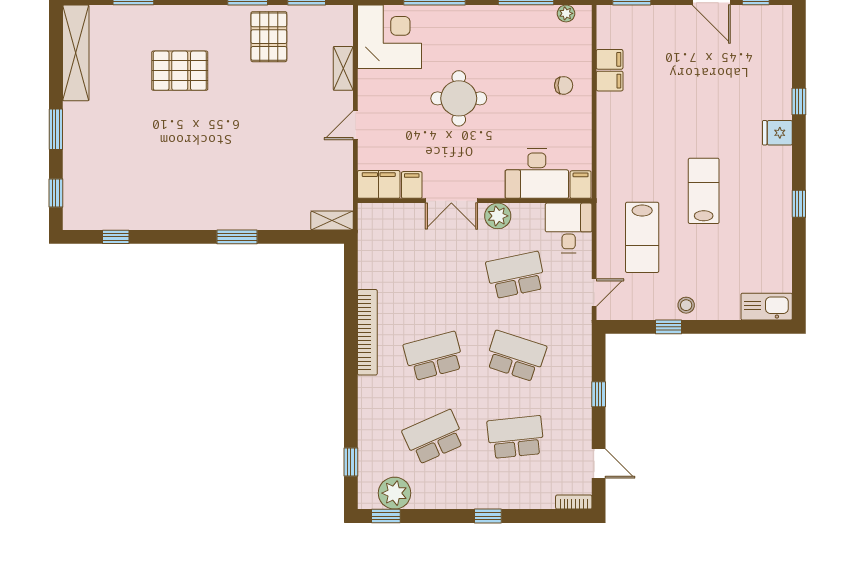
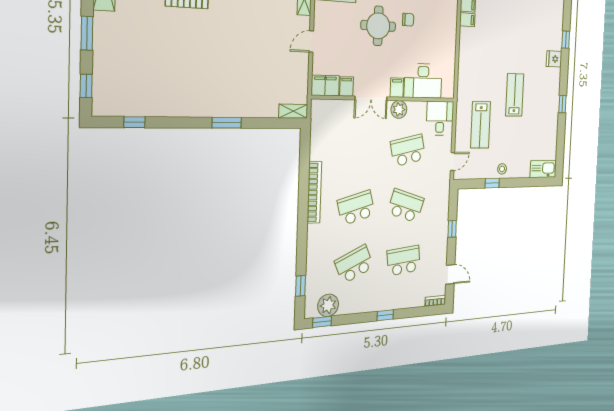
chair: (564, 85) -> (408, 20), moved
filing cabinet: (581, 185) -> (397, 88), moved

